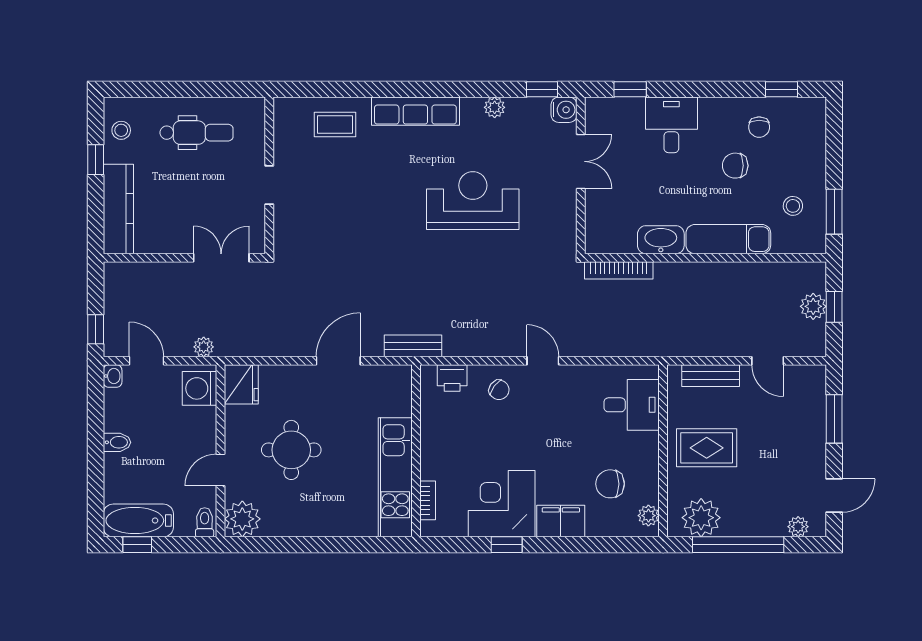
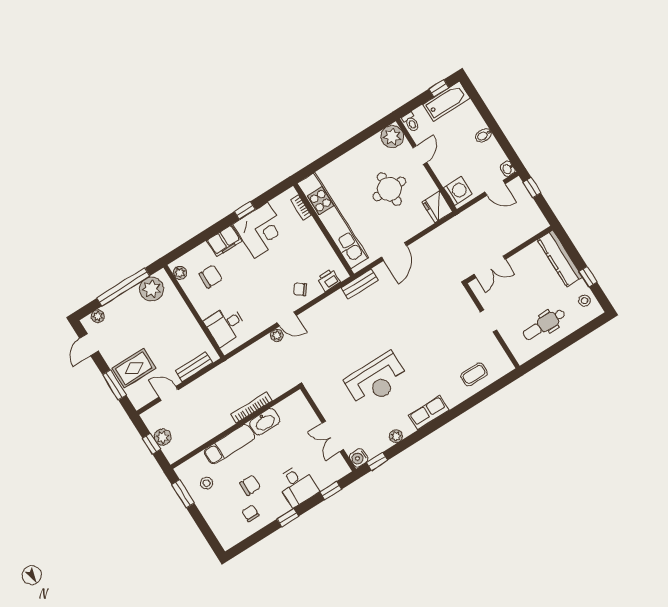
window: (782, 89) -> (288, 518), moved
row of seats: (415, 111) -> (429, 413), width x0.68
bookcase: (619, 270) -> (251, 408), moved
plant: (204, 347) -> (277, 335), moved
rug: (707, 448) -> (134, 368), moved
kitchen unit: (395, 477) -> (333, 220), width x1.36

